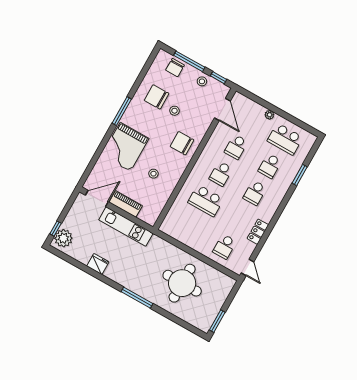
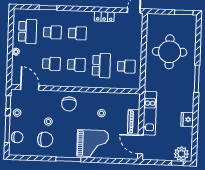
chair: (157, 97) -> (45, 140), turned -90
door: (222, 109) -> (30, 88), hinge flipped
school desk: (224, 247) -> (126, 66), moved

